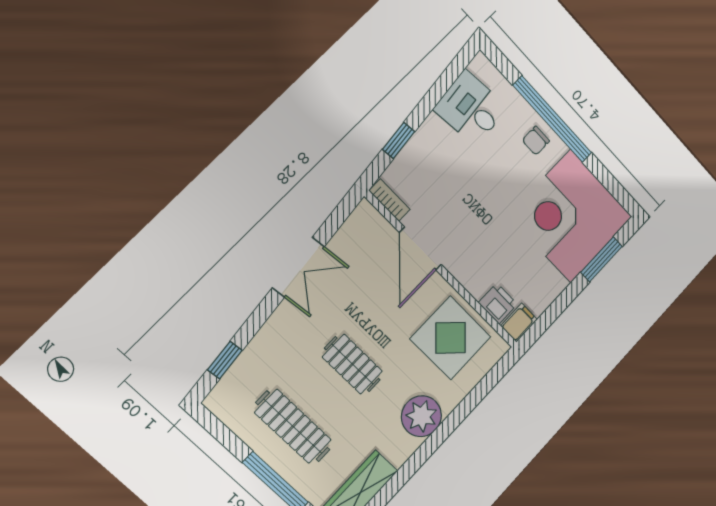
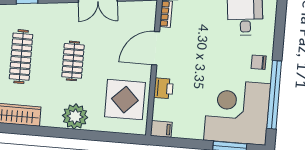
window: (552, 119) -> (274, 95), moved
printer: (498, 303) -> (163, 88), moved

